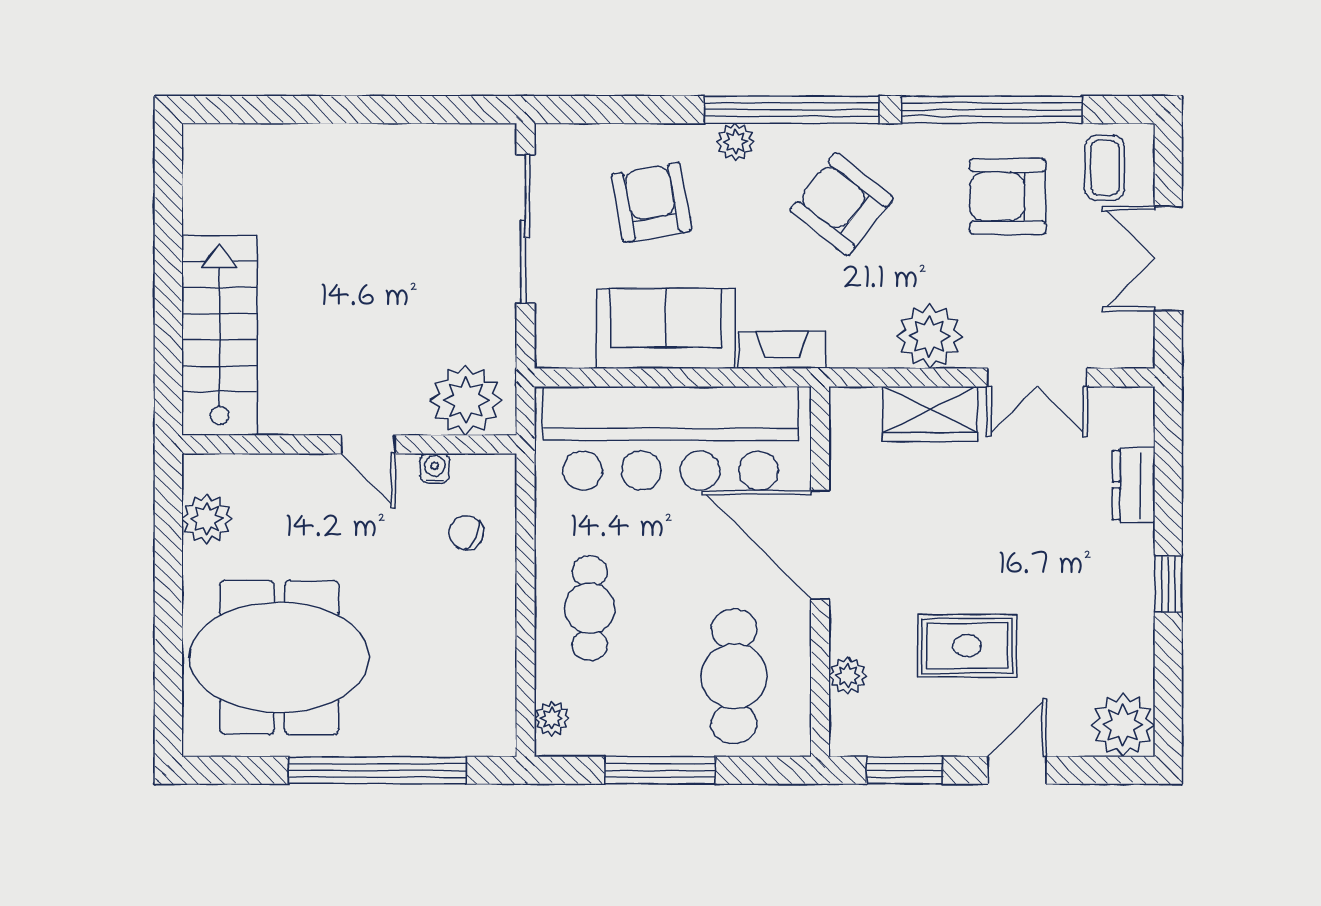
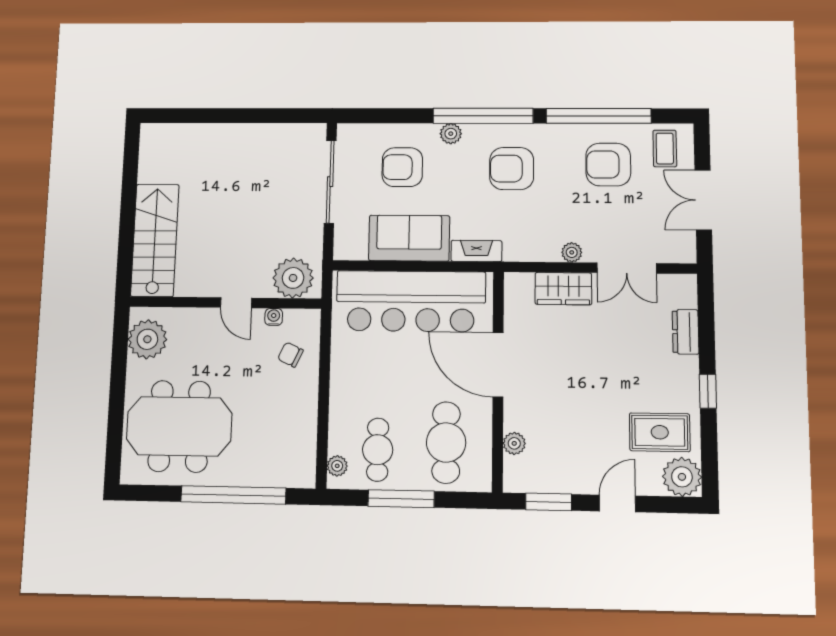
armchair: (652, 202) -> (402, 167), turned -80
armchair: (842, 204) -> (512, 169), turned -38
plant: (929, 336) -> (572, 252), width x0.53, depth x0.53
plant: (207, 519) -> (147, 339), width x1.36, depth x1.36
cafe table: (590, 608) -> (378, 450), moved
rug: (967, 646) -> (660, 432), moved

